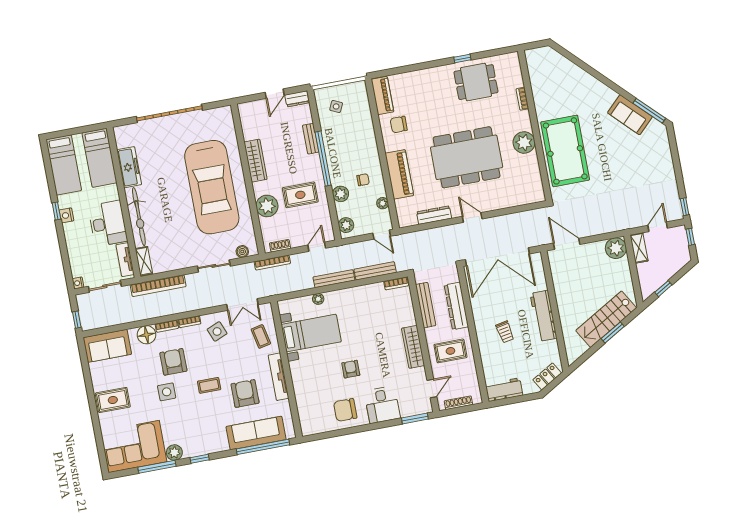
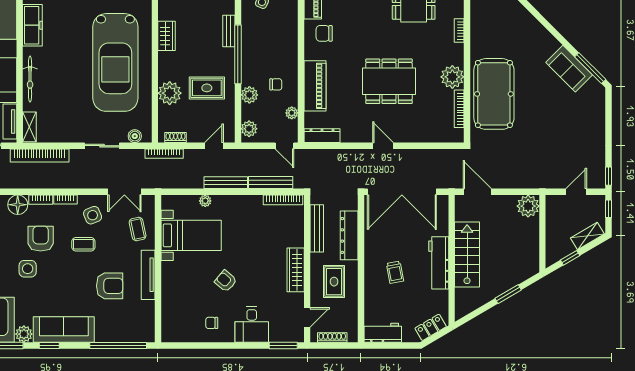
dining table: (467, 157) -> (389, 81), width x0.73, depth x0.80
wardrobe: (255, 161) -> (167, 36), width x0.67
bookcase: (536, 171) -> (459, 109), added
dresser: (434, 215) -> (322, 136), moved
bicycle: (139, 217) -> (30, 79), width x0.73, depth x0.71
shelving: (639, 248) -> (587, 236), moved, turned 60
bookcase: (396, 283) -> (283, 200), width x1.56
stairs: (606, 319) -> (467, 255), moved, turned 120
rug: (450, 351) -> (334, 282), turned 90
armchair: (351, 369) -> (226, 281), turned -50
coffee table: (209, 385) -> (83, 244), moved
armchair: (245, 393) -> (110, 286), turned 90
chair: (345, 410) -> (212, 323), width x0.54, depth x0.54
sofa: (256, 433) -> (64, 330), moved

